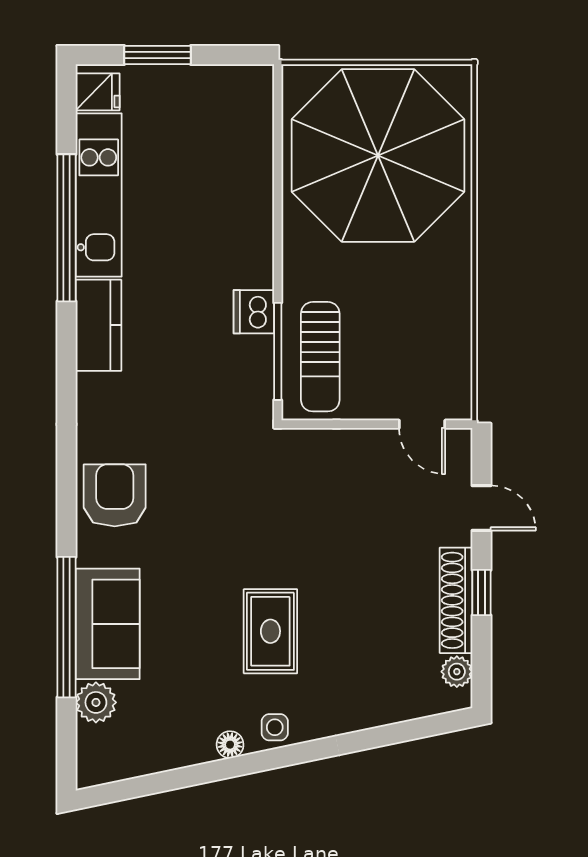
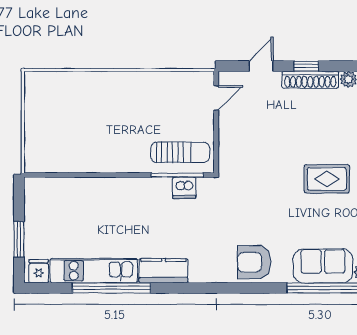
parasol: (378, 155) -> (73, 121), removed
dishwasher: (254, 312) -> (184, 188), moved

